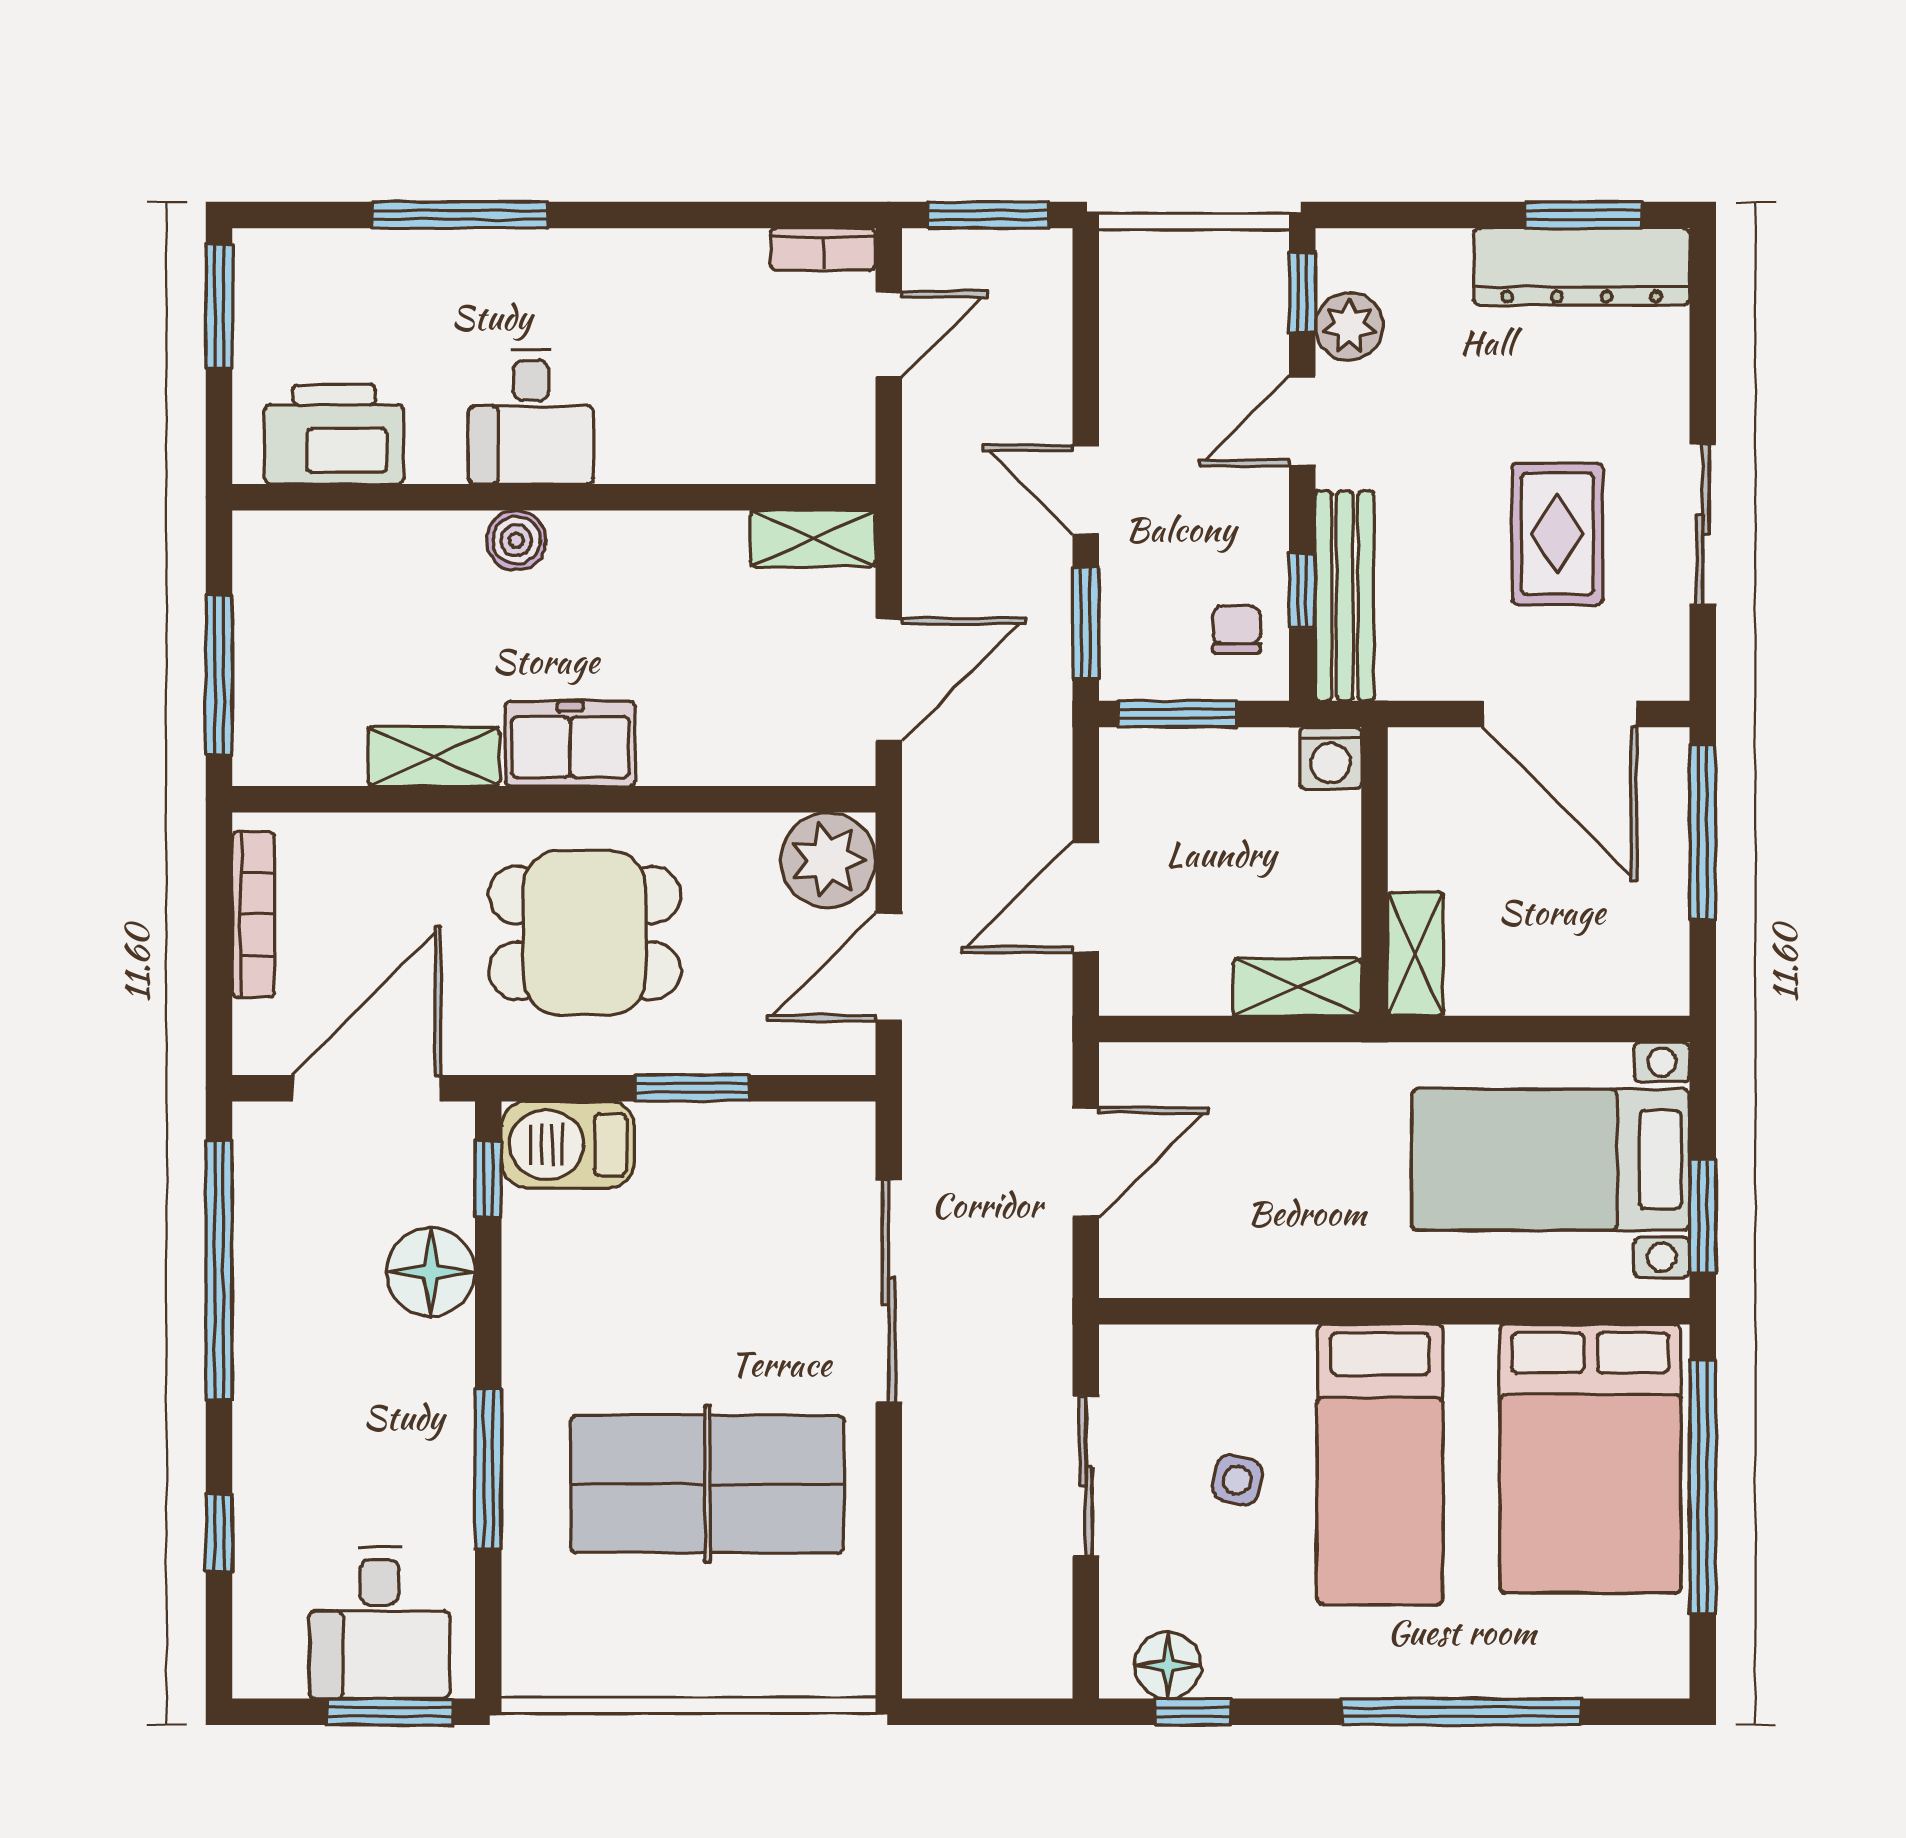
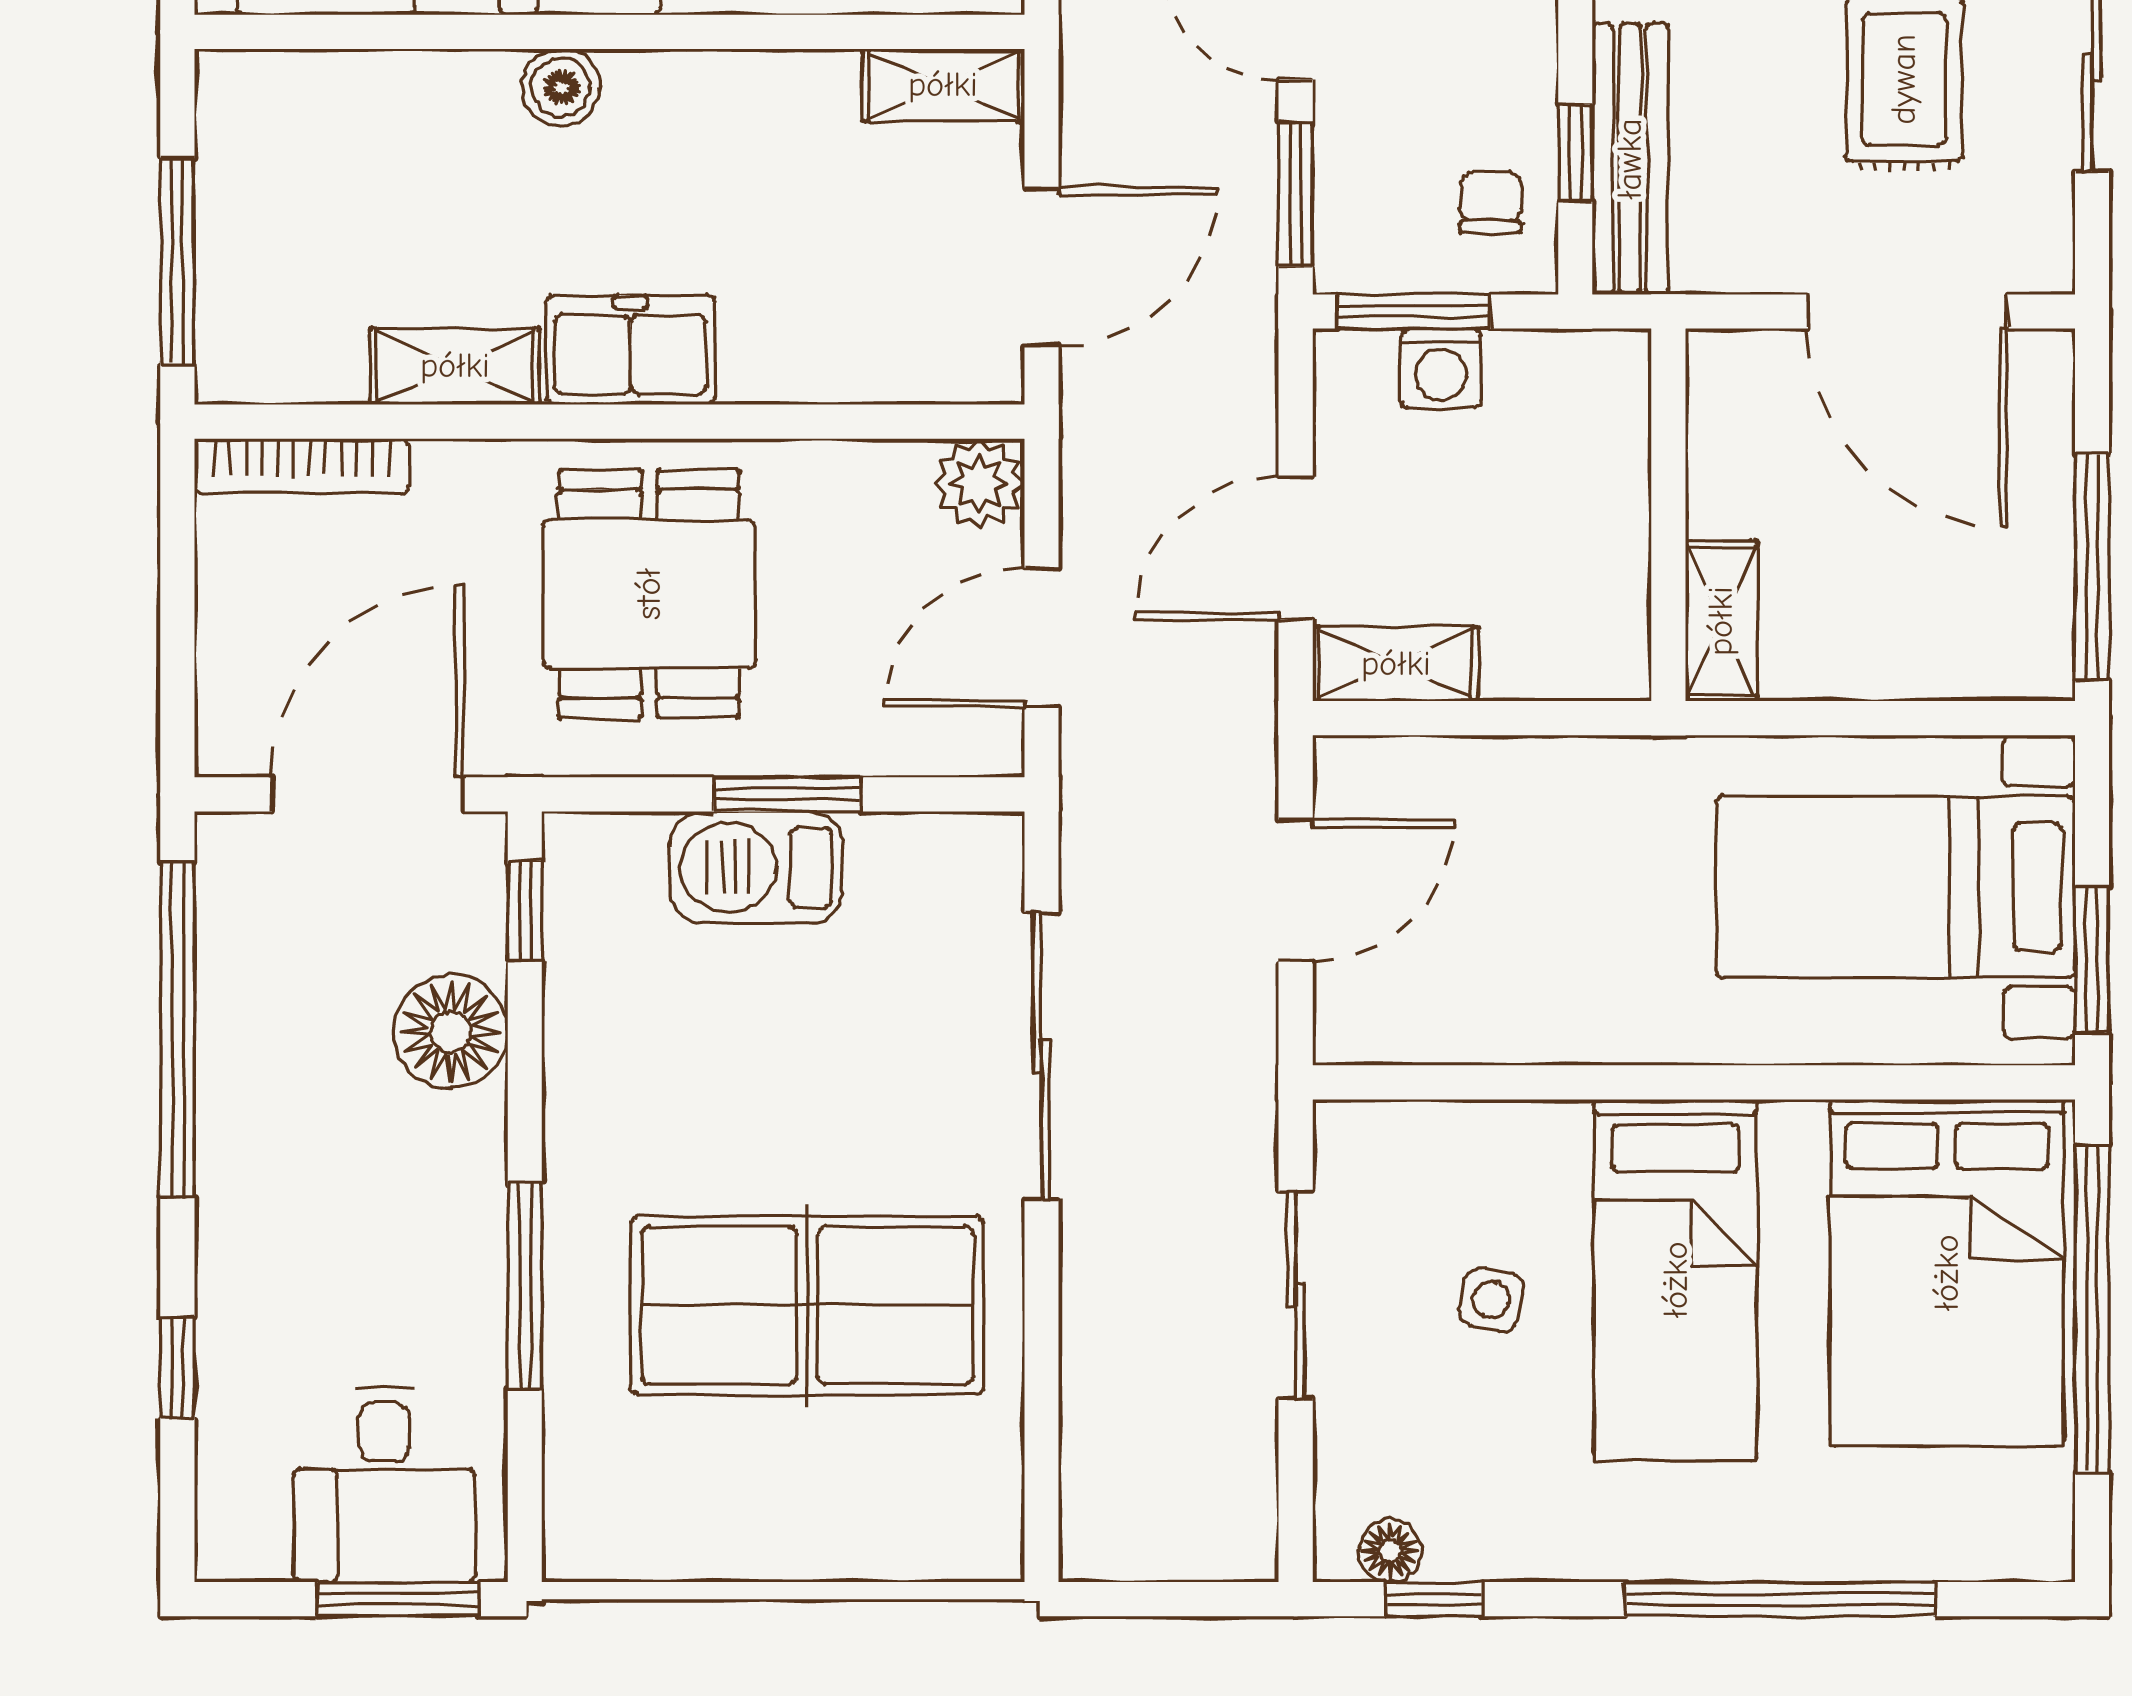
washing machine: (1330, 758) -> (1441, 368), moved
window: (1703, 832) -> (2092, 567), moved
plant: (828, 860) -> (979, 484), width x0.73, depth x0.73
bookcase: (253, 914) -> (302, 466), moved, turned 90
dining table: (585, 933) -> (649, 594), turned 90
shelving: (1297, 987) -> (1396, 664), moved
barbecue: (568, 1145) -> (756, 867), moved
floor lamp: (1168, 1665) -> (1390, 1551), width x0.73, depth x0.73

